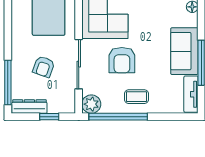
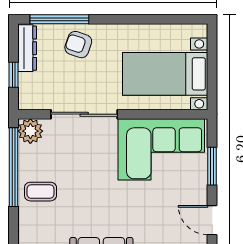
armchair: (122, 60) -> (89, 172), removed
armchair: (44, 67) -> (78, 45), moved
coffee table: (136, 97) -> (40, 192), turned 90

